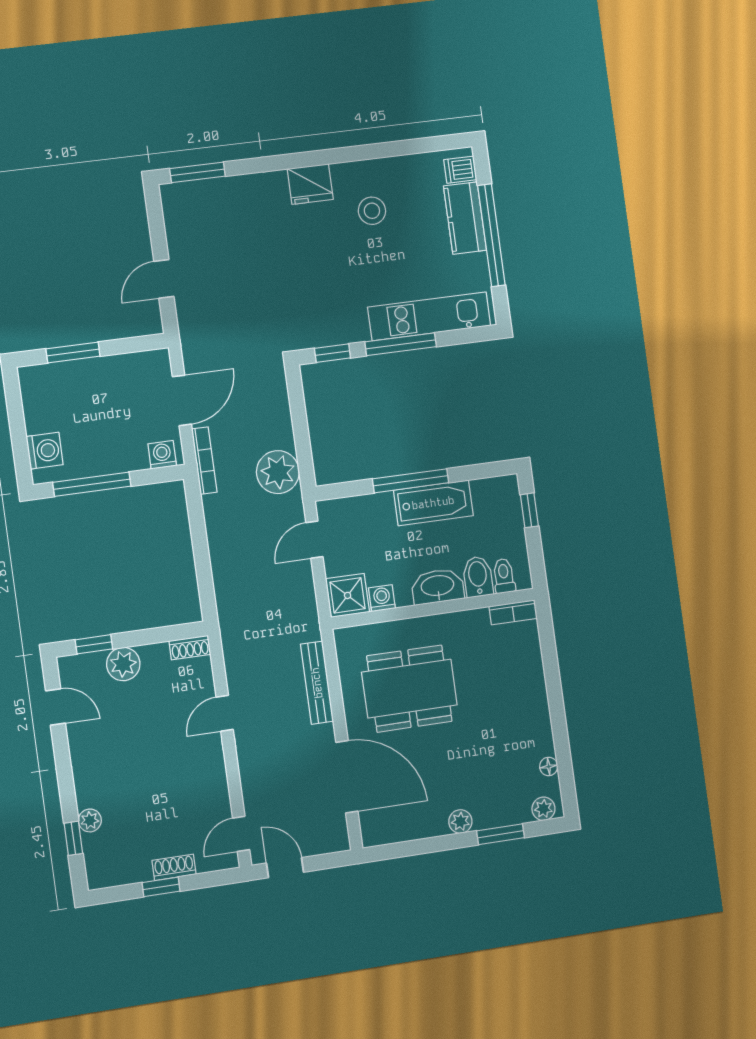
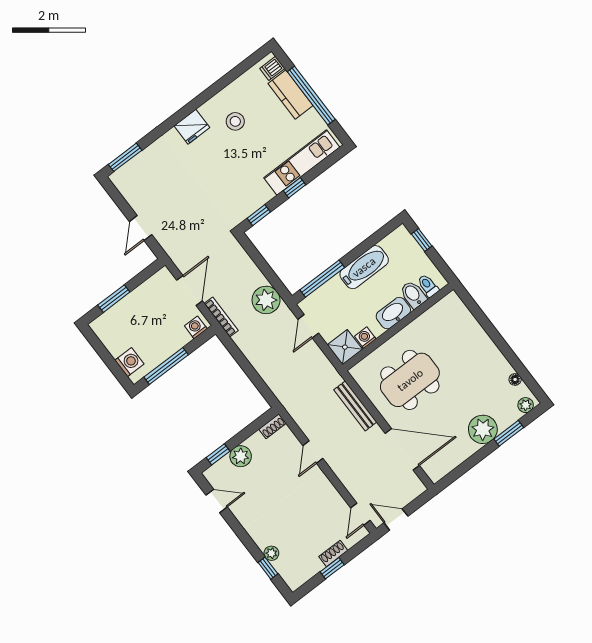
window: (401, 344) -> (295, 188), width x0.46
window: (411, 481) -> (322, 279), moved
bookcase: (513, 612) -> (445, 303), removed
plant: (460, 821) -> (483, 429), width x1.88, depth x1.88

